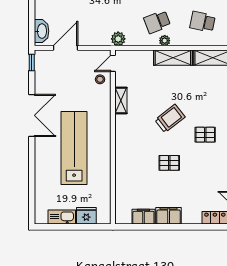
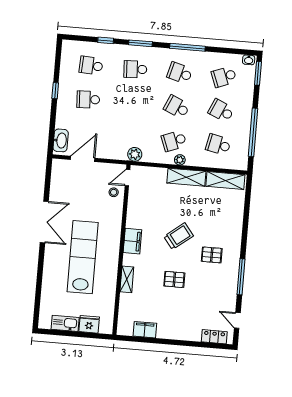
window: (32, 63) -> (49, 170), removed
shelving: (121, 101) -> (127, 279), moved
filing cabinet: (169, 216) -> (132, 241), moved, turned 90

